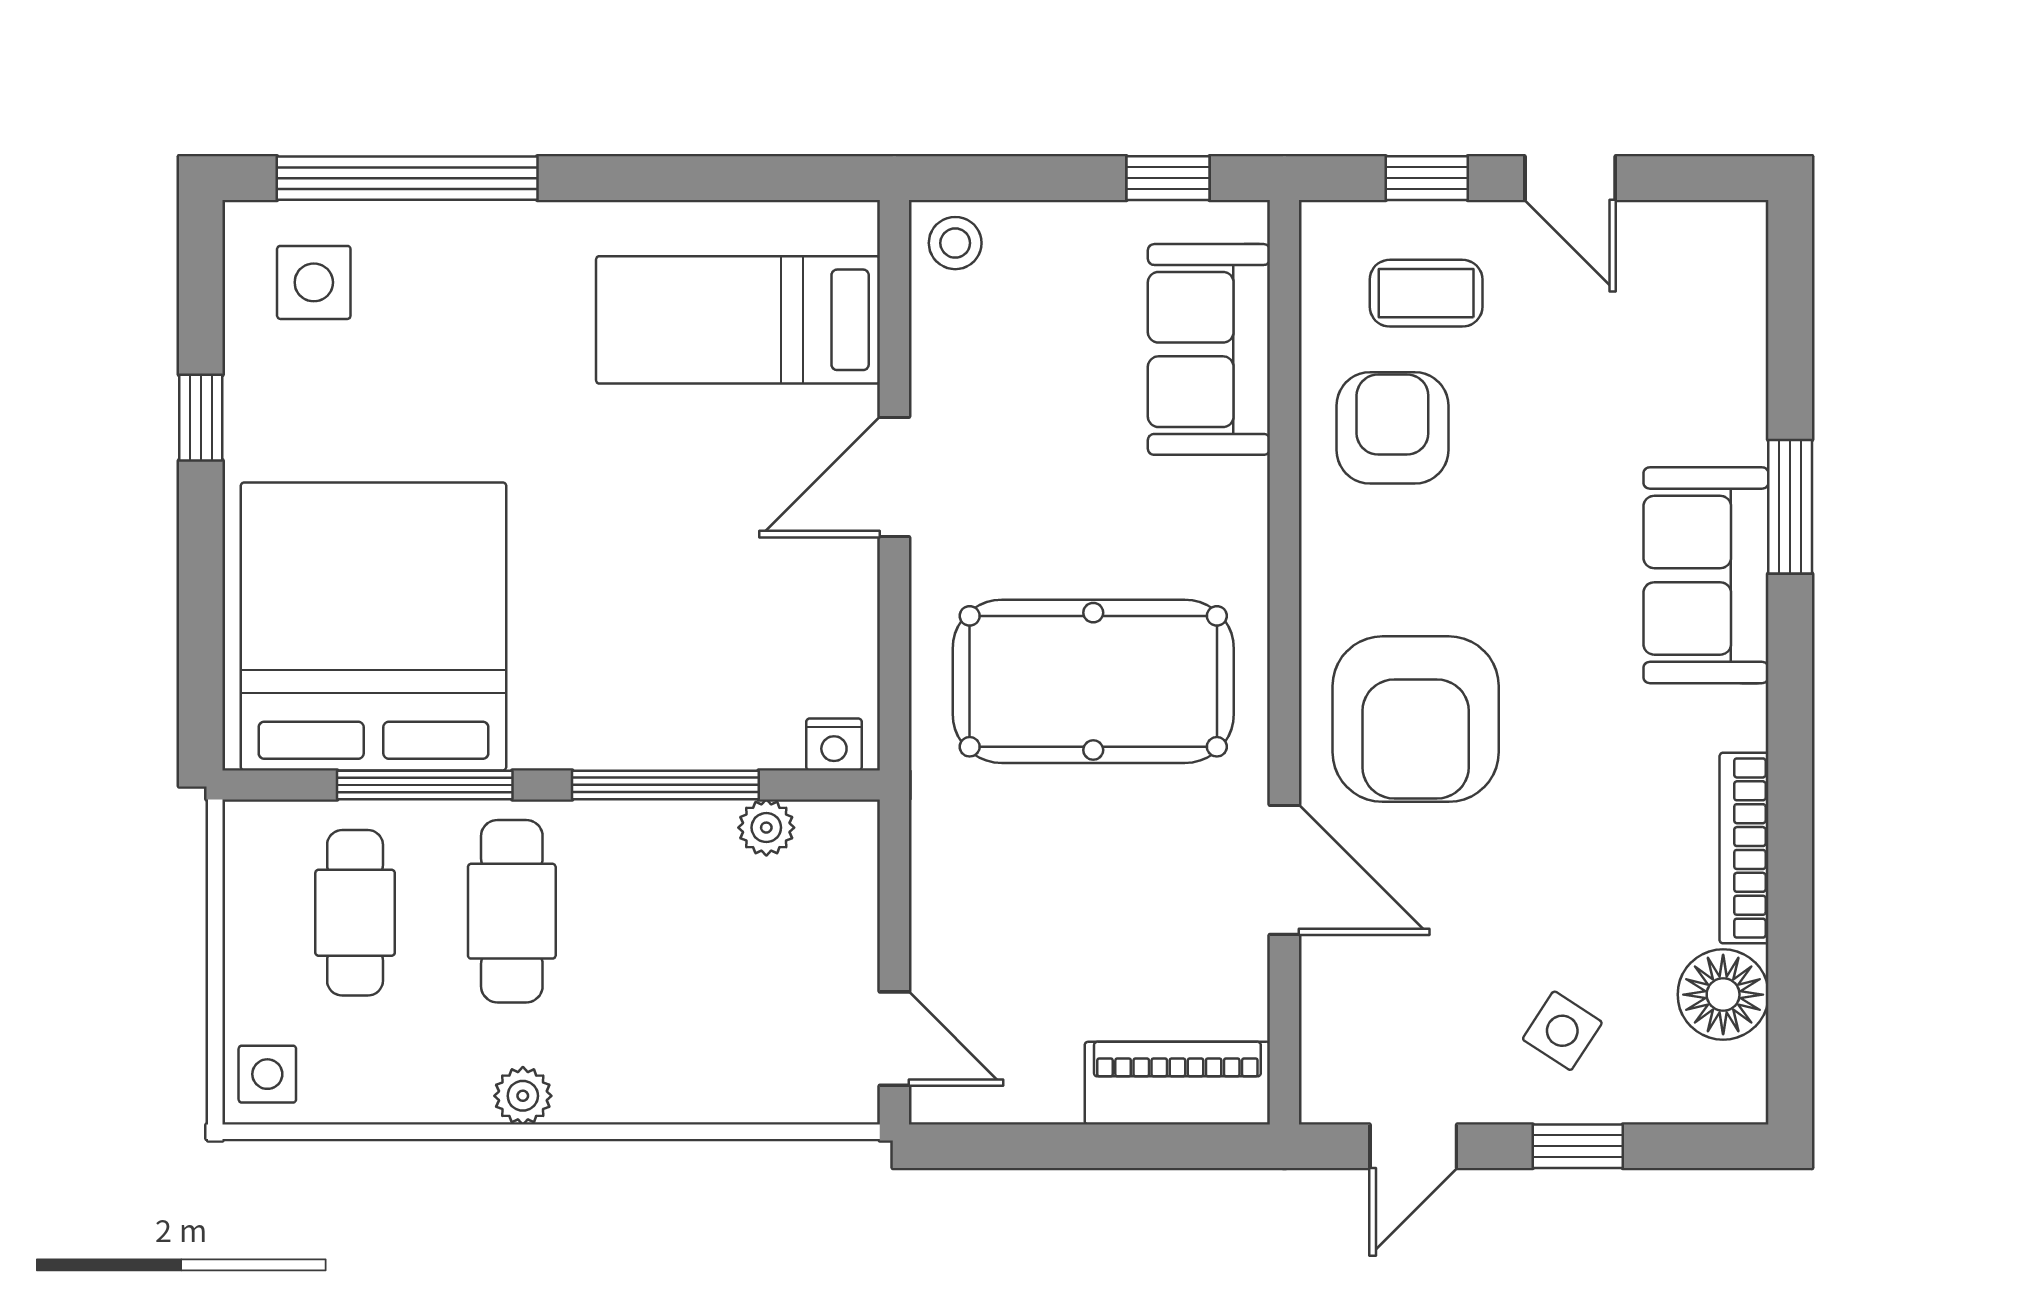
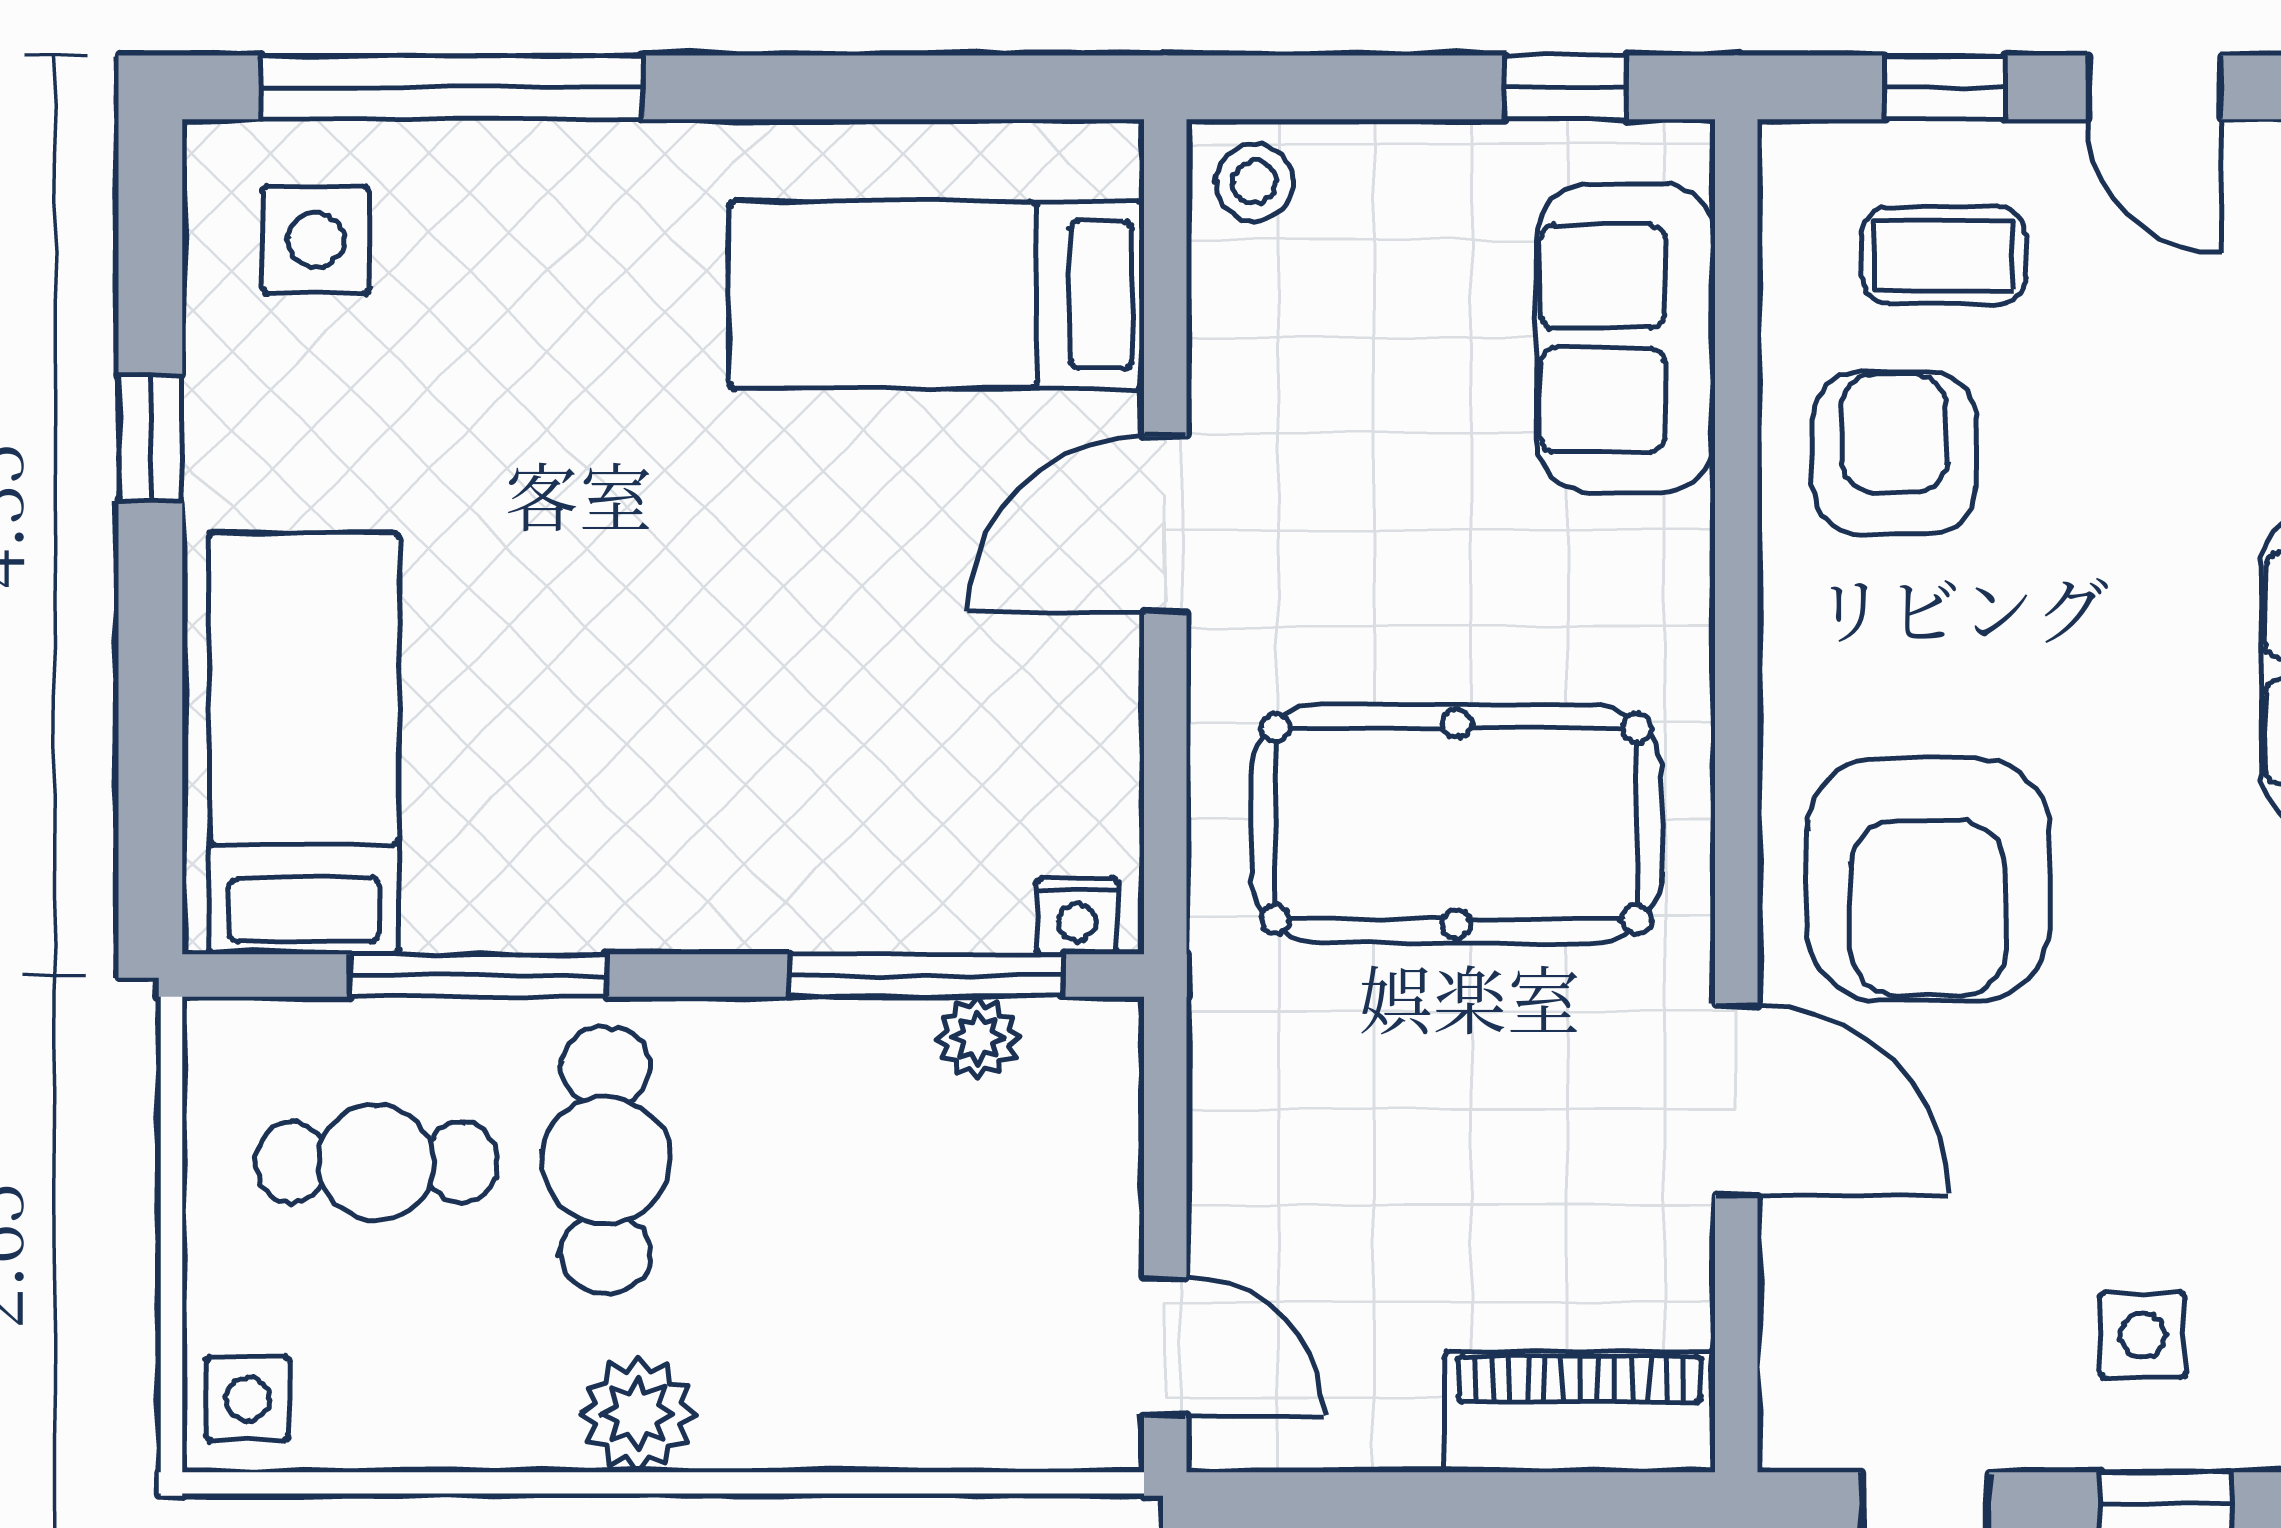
bed: (373, 626) -> (304, 743), width x0.49
window: (665, 785) -> (926, 975), moved
cafe table: (355, 913) -> (376, 1162), turned 90
side table: (1562, 1031) -> (2143, 1335), turned -33
plant: (523, 1096) -> (637, 1414), width x1.38, depth x1.38

